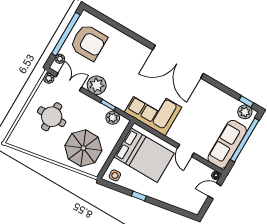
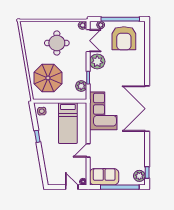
sofa: (227, 144) -> (104, 177), width x0.73
bed: (144, 155) -> (68, 123), width x0.67

